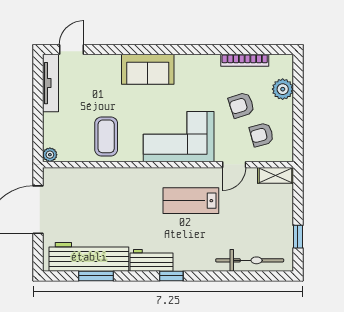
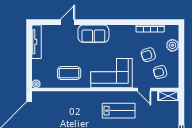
door: (71, 50) -> (67, 22), moved
coffee table: (106, 136) -> (69, 73), turned 90
door: (234, 165) -> (144, 90), hinge flipped
lab bench: (191, 201) -> (119, 111), turned 180

